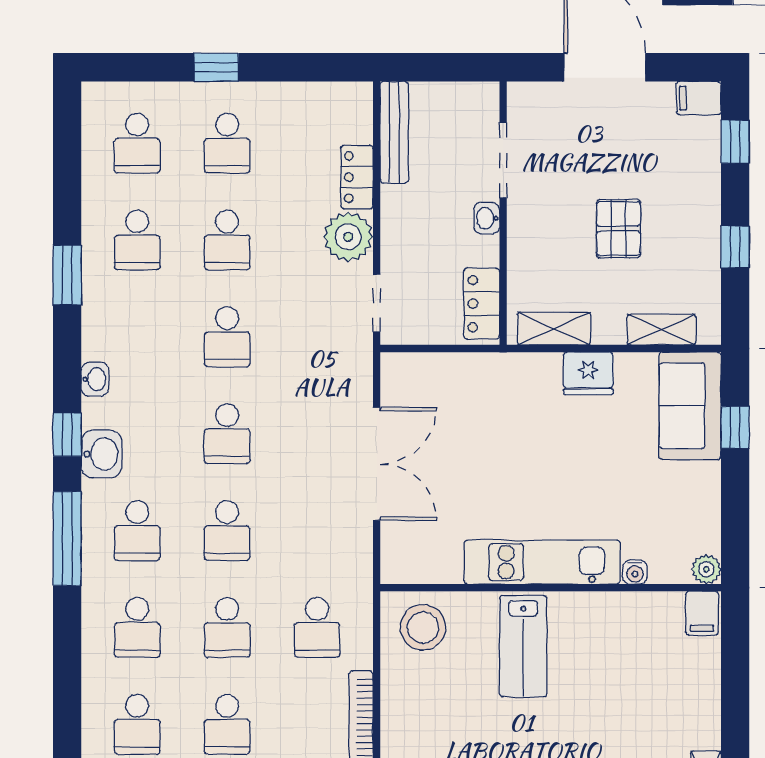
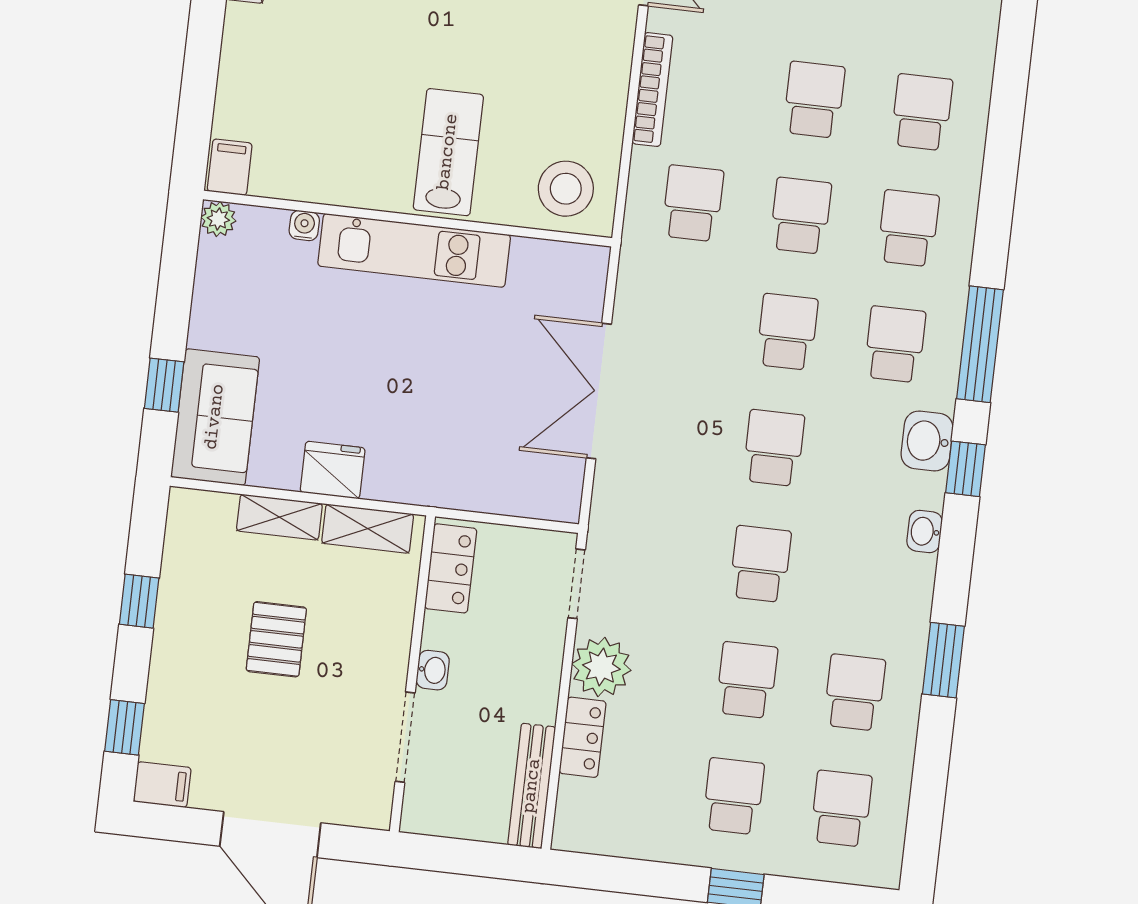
shelving: (661, 330) -> (279, 517), moved

